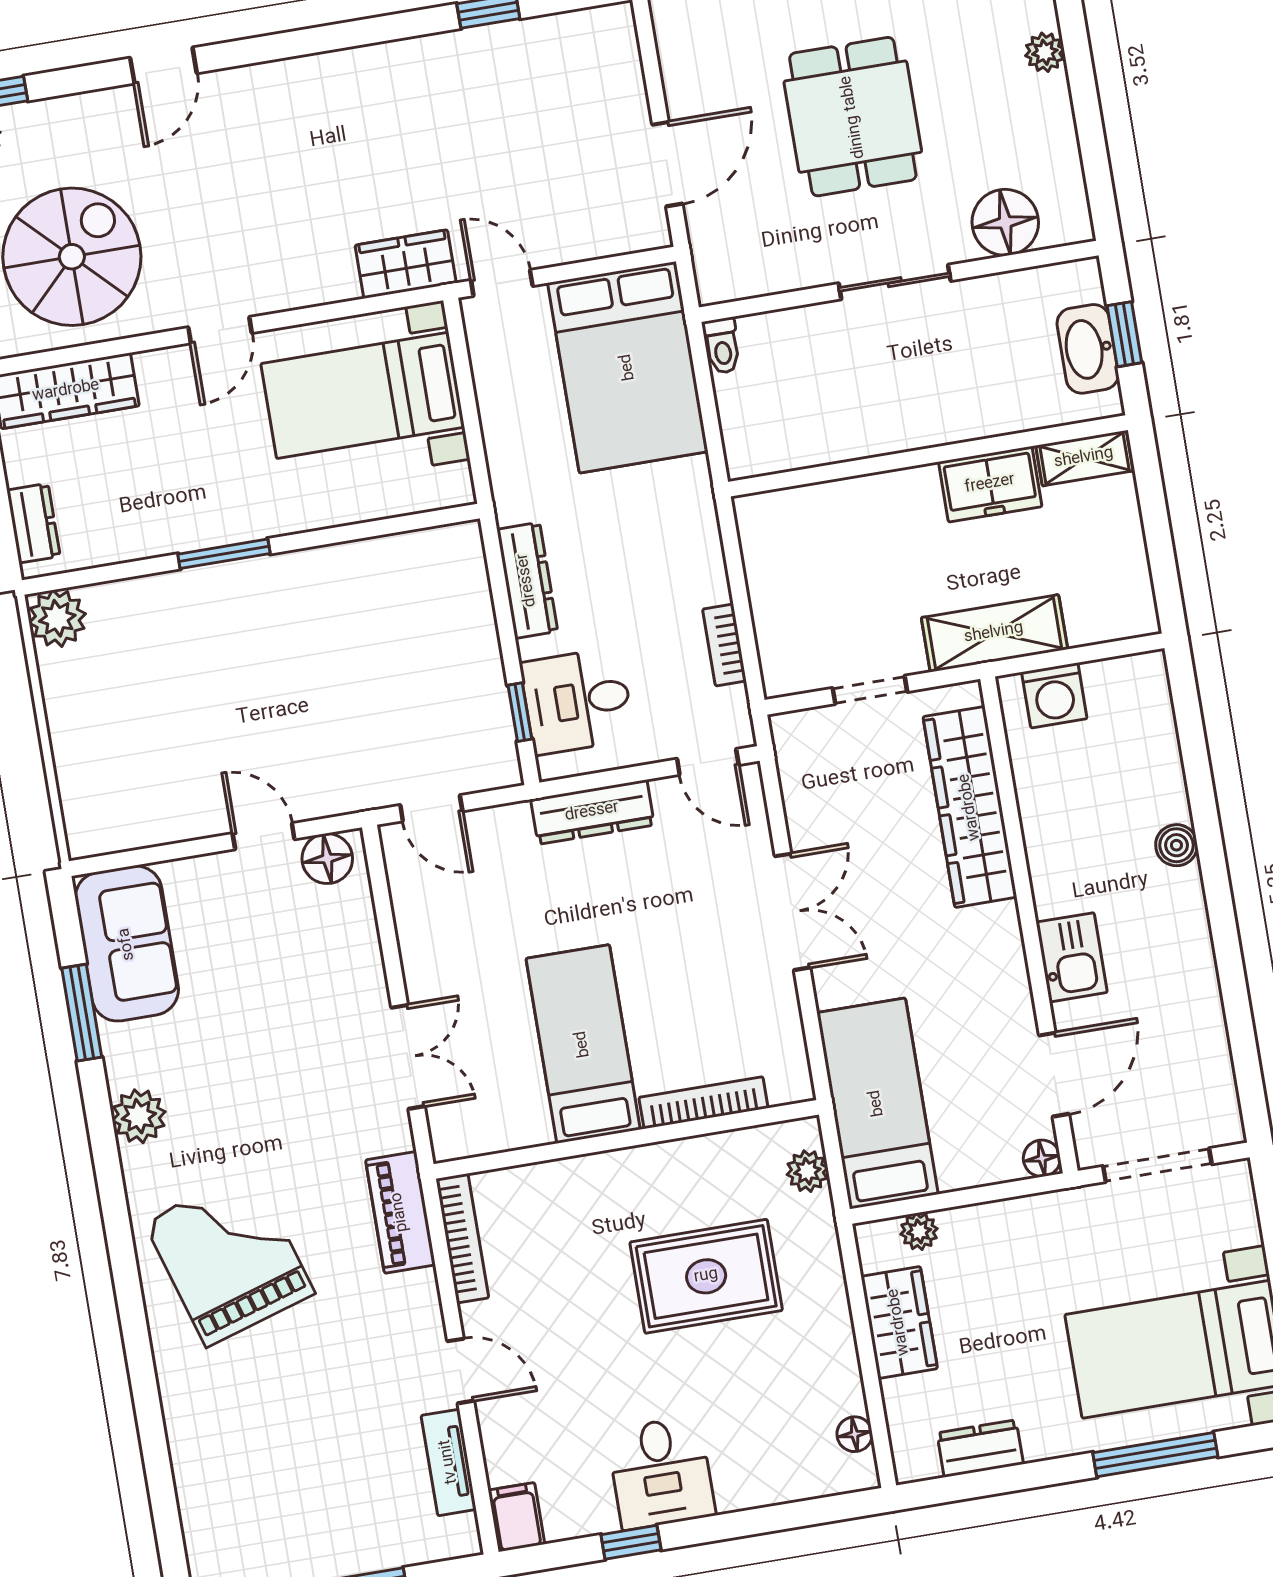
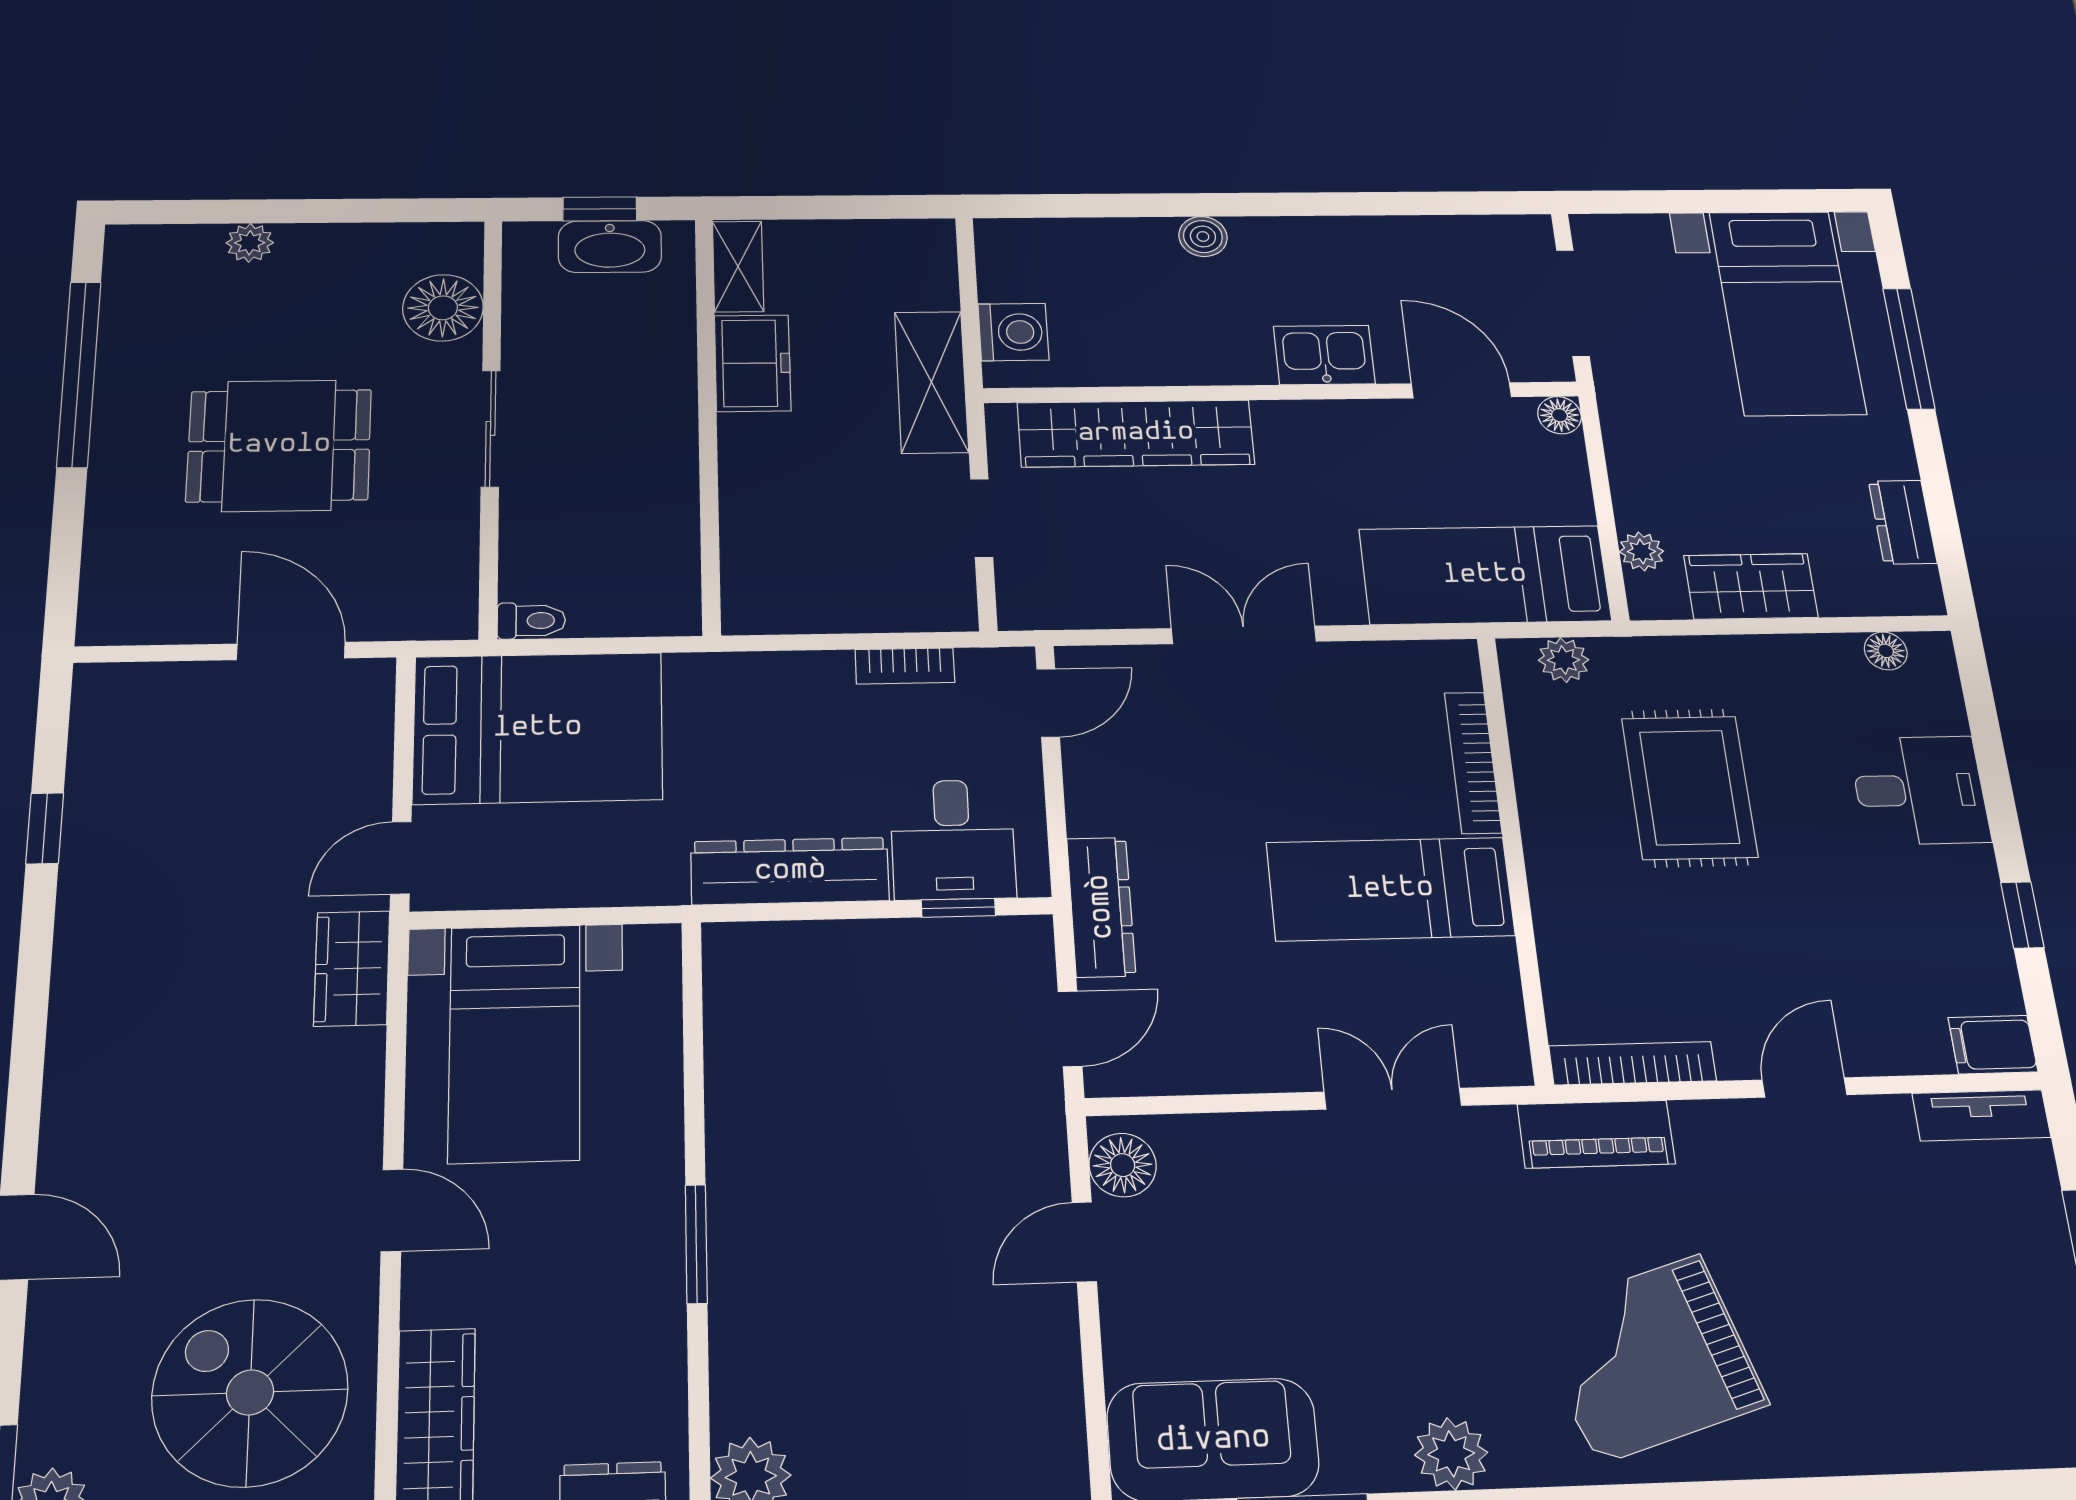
dresser: (527, 580) -> (790, 871), width x1.37, depth x1.24
dresser: (592, 812) -> (1101, 907), moved
tv unit: (449, 1462) -> (1981, 1115), moved
desk: (661, 1473) -> (1919, 790), moved

